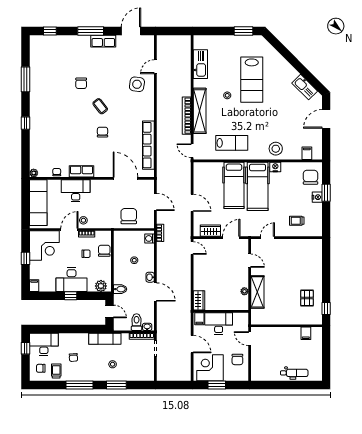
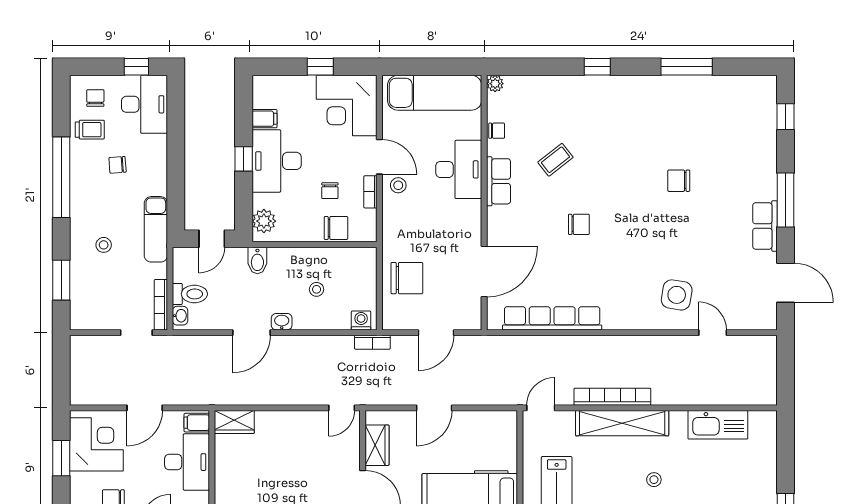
coffee table: (100, 106) -> (555, 160), moved
filing cabinet: (34, 286) -> (264, 119), moved
window: (79, 385) -> (61, 177), width x1.46
window: (116, 385) -> (61, 280), moved

